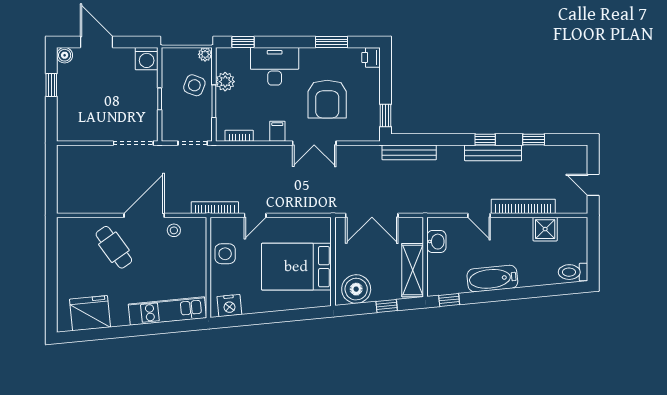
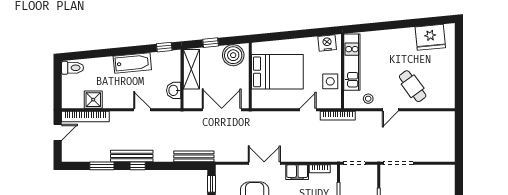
filing cabinet: (277, 131) -> (297, 172), width x2.00
window: (534, 139) -> (102, 166), width x1.50
door: (593, 185) -> (58, 132), hinge flipped
bookcase: (523, 206) -> (85, 117), moved
door: (144, 215) -> (390, 110), width x0.53
kitchen unit: (167, 311) -> (352, 62), moved, turned -84

